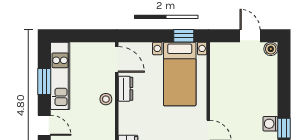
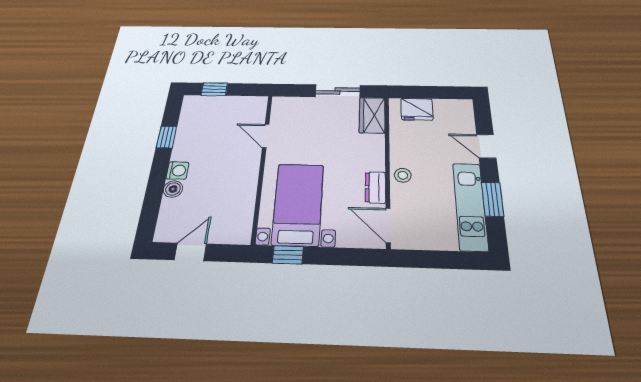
door: (250, 36) -> (190, 252), swing flipped
boiler: (271, 49) -> (173, 189), moved
washing machine: (270, 124) -> (177, 171), moved

